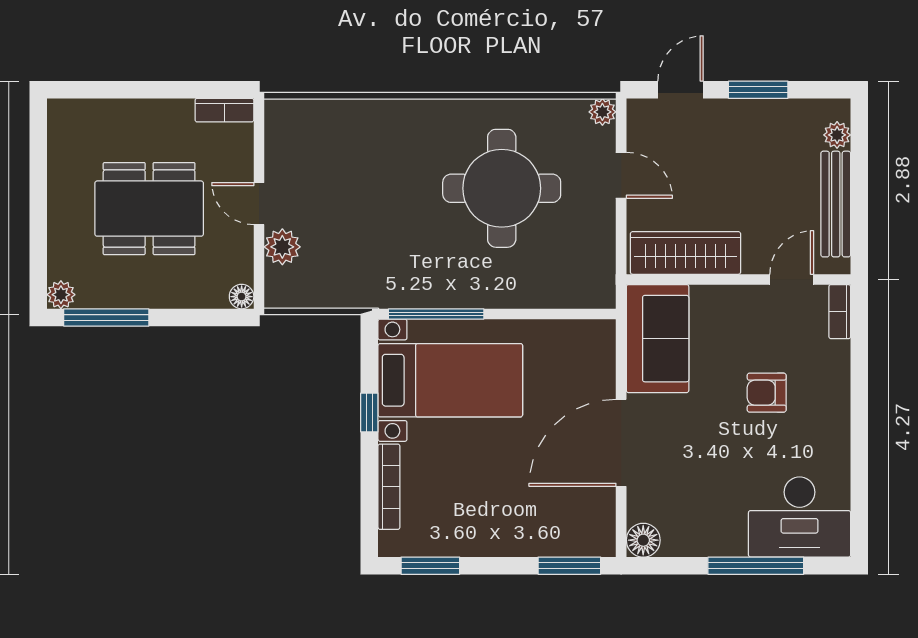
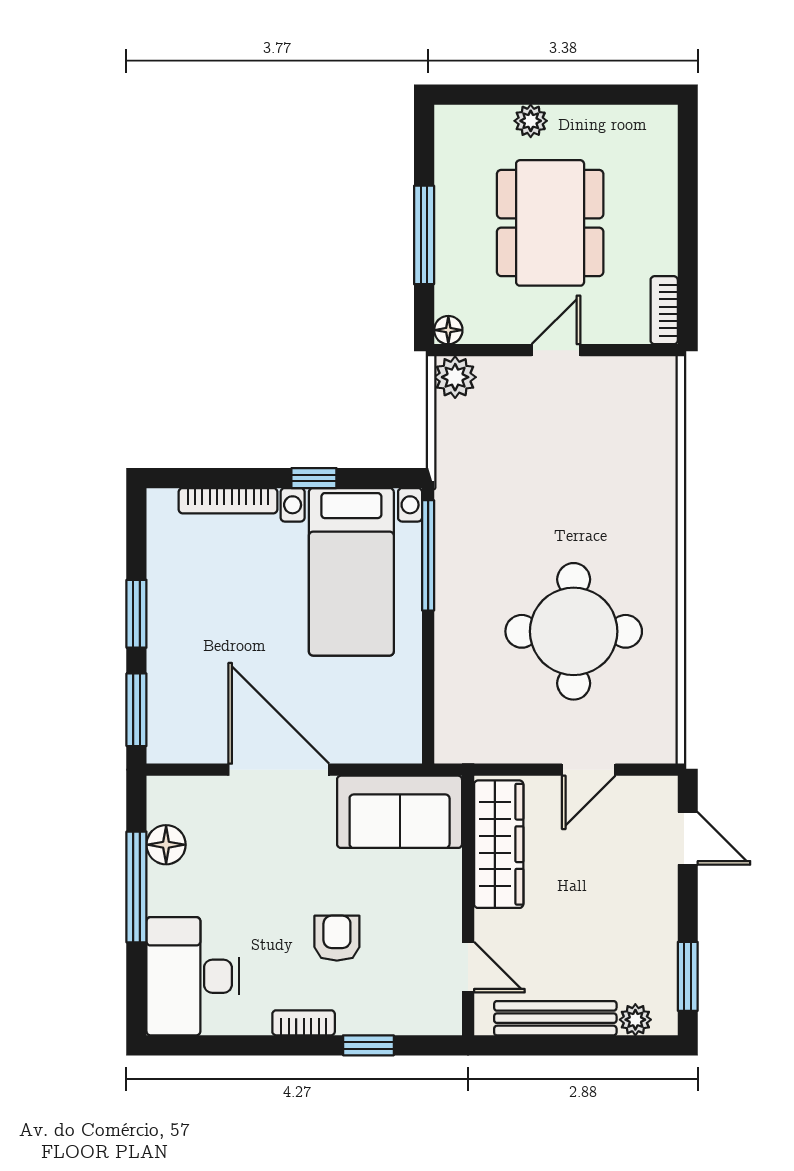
window: (758, 90) -> (688, 976), moved
plant: (602, 112) -> (662, 748), removed
plant: (282, 247) -> (455, 377), moved
plant: (61, 295) -> (531, 121), moved
bookcase: (840, 312) -> (304, 1023), moved
window: (106, 317) -> (424, 235), moved
window: (859, 365) -> (368, 1045), added
floor lamp: (643, 540) -> (166, 845), moved
window: (430, 566) -> (136, 614), moved
window: (756, 566) -> (136, 887), moved

